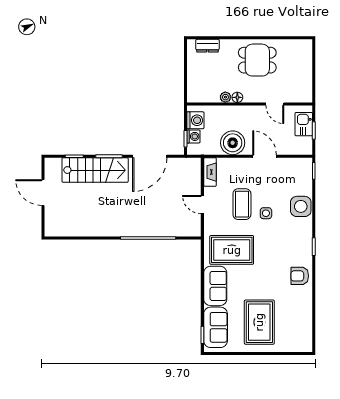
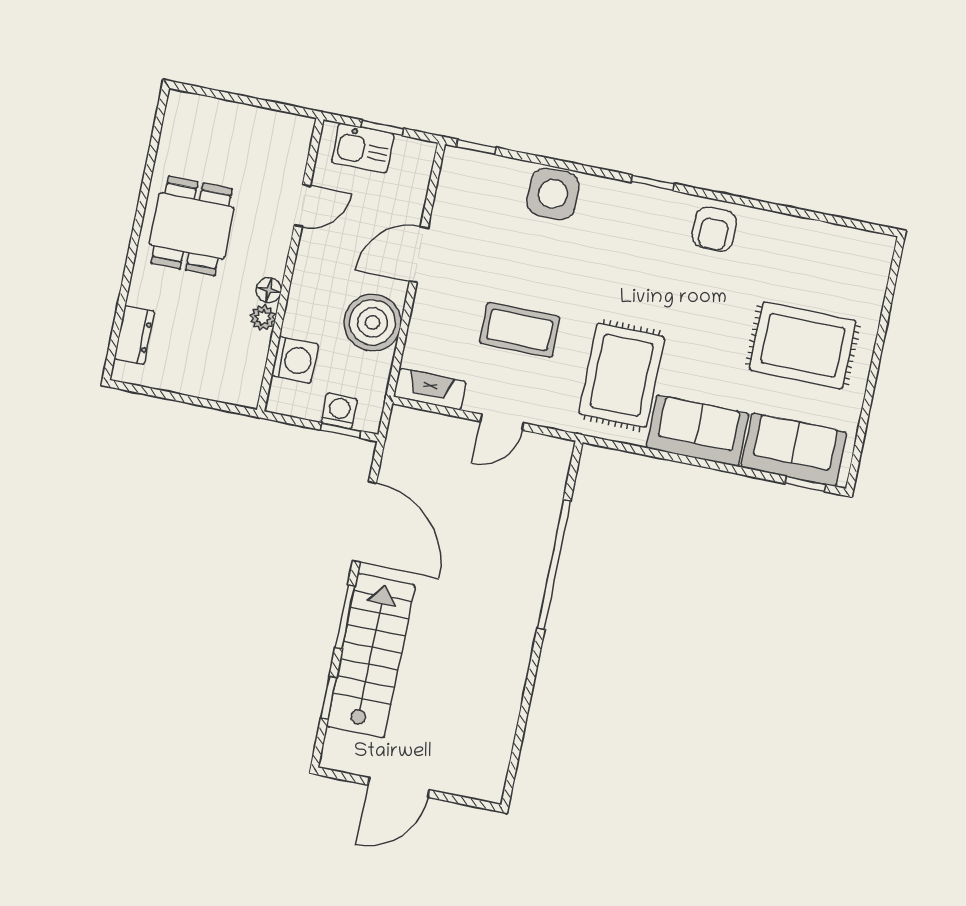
washing machine: (195, 120) -> (295, 360), moved, turned 90
side table: (266, 213) -> (552, 278), removed

